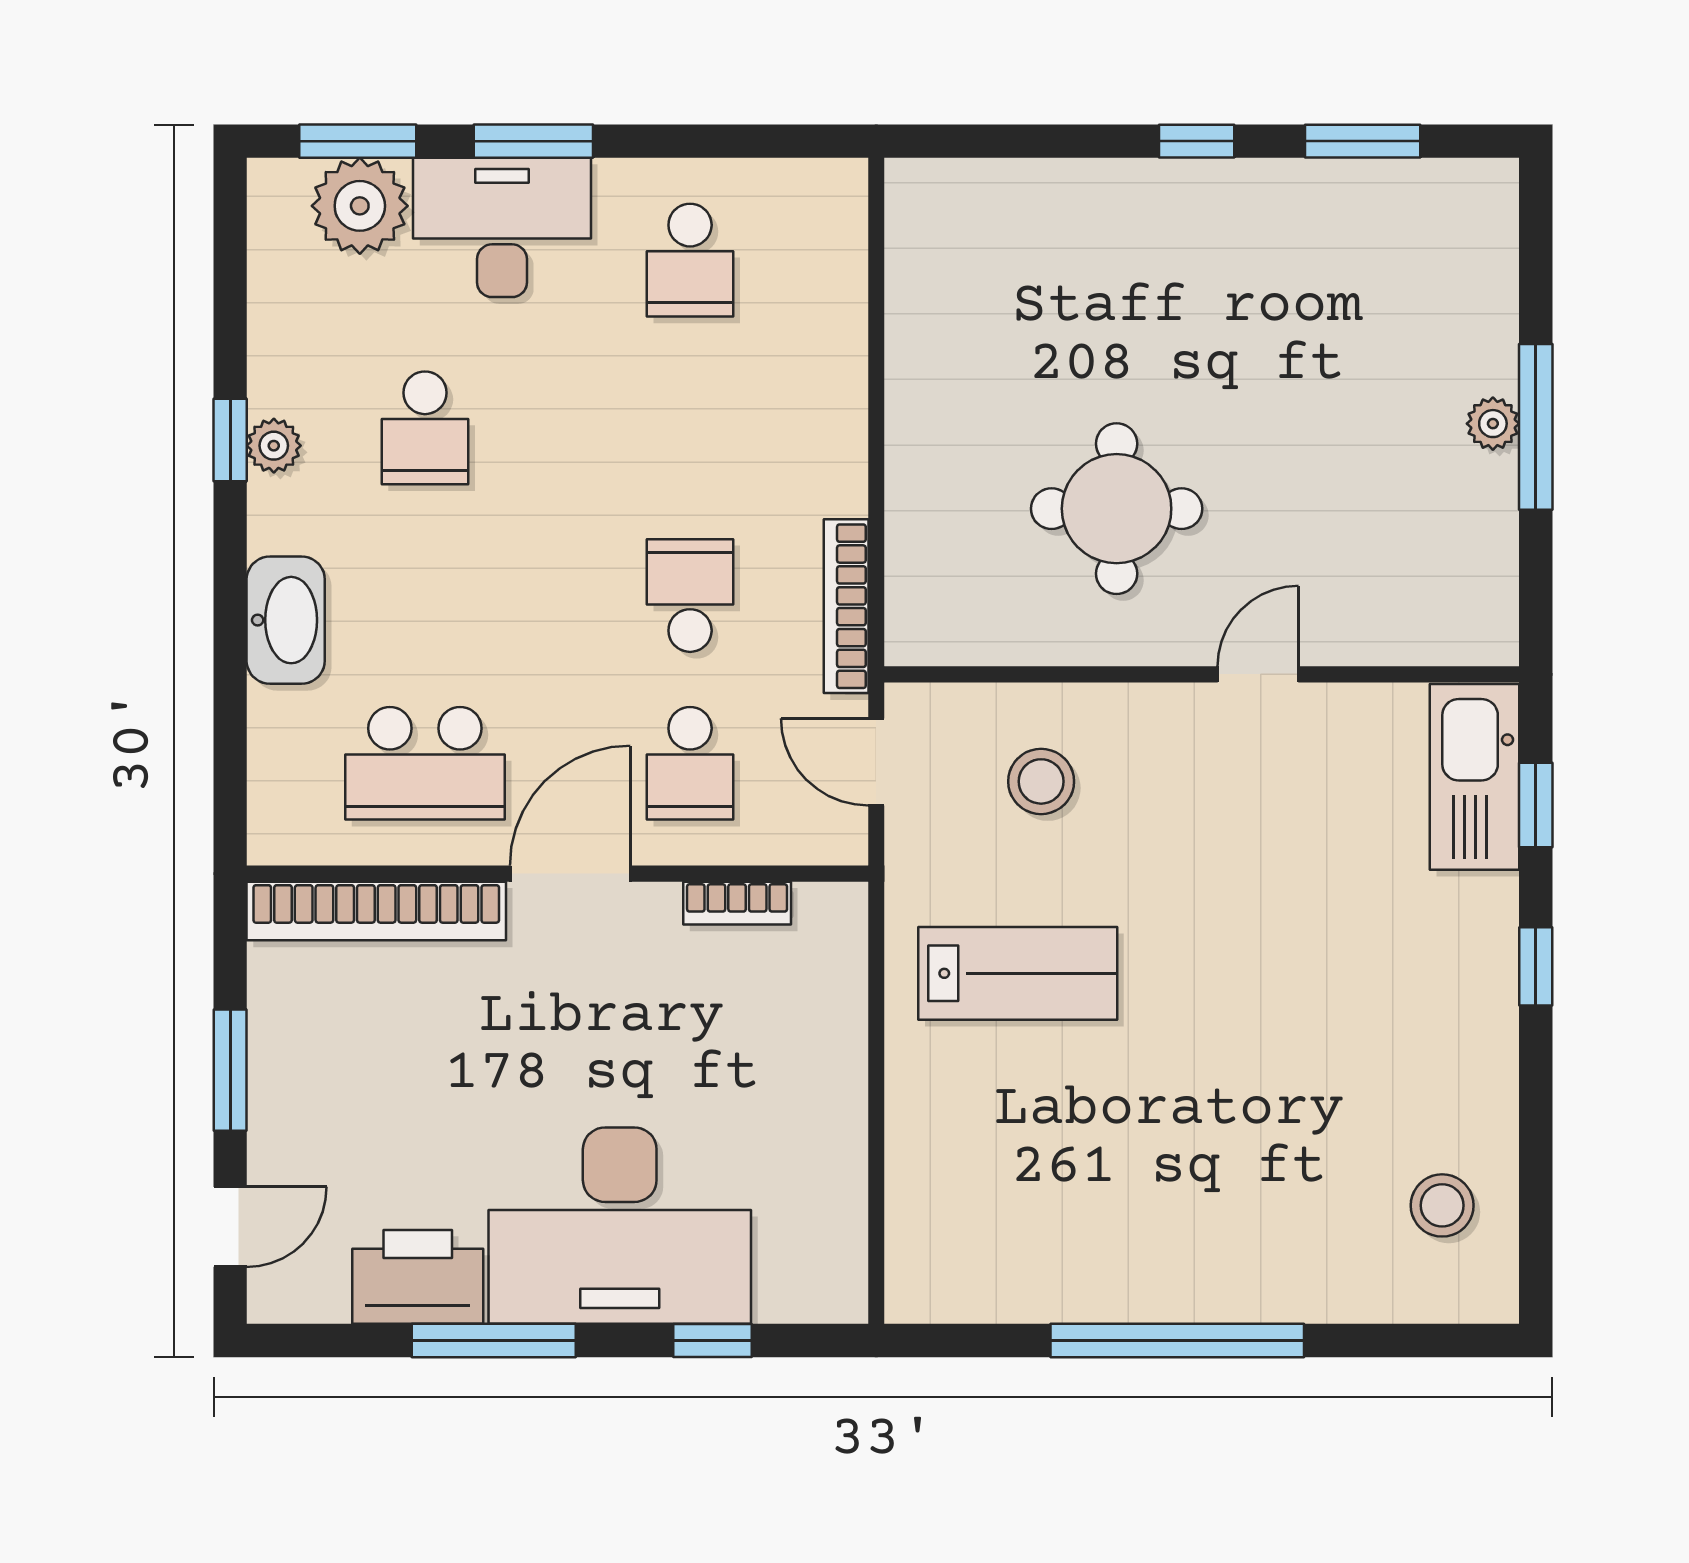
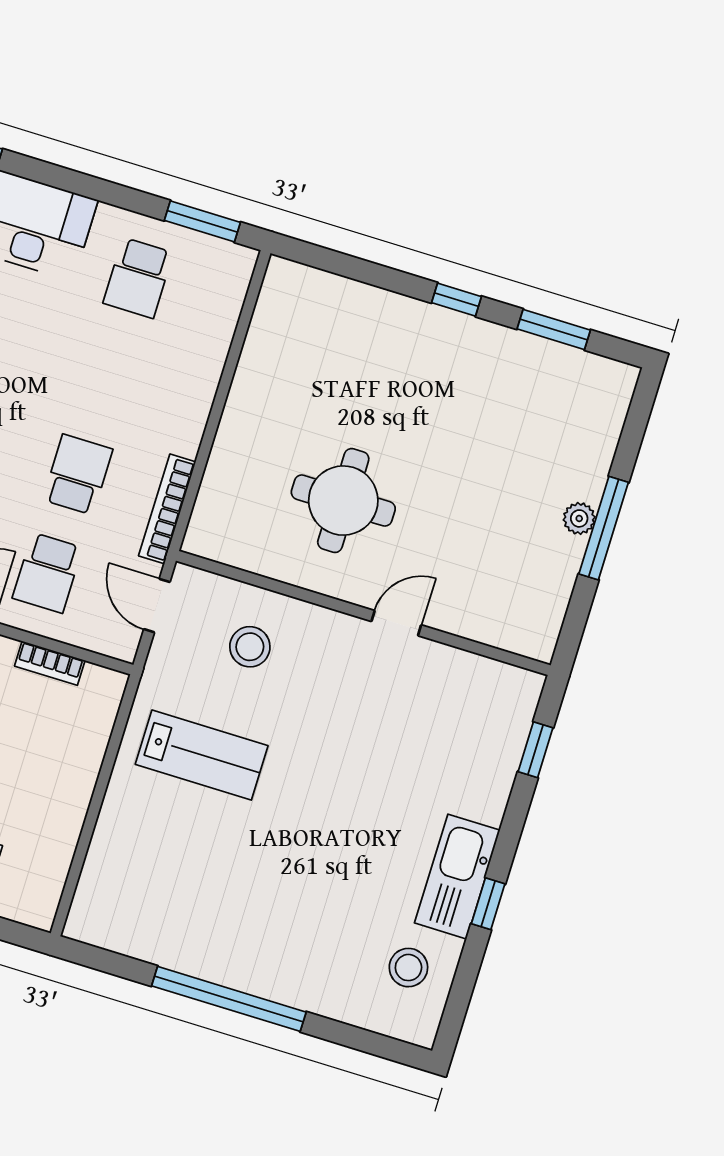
window: (533, 141) -> (202, 221), moved
kitchen sink: (1475, 777) -> (457, 877), moved
window: (1536, 966) -> (488, 904), moved

